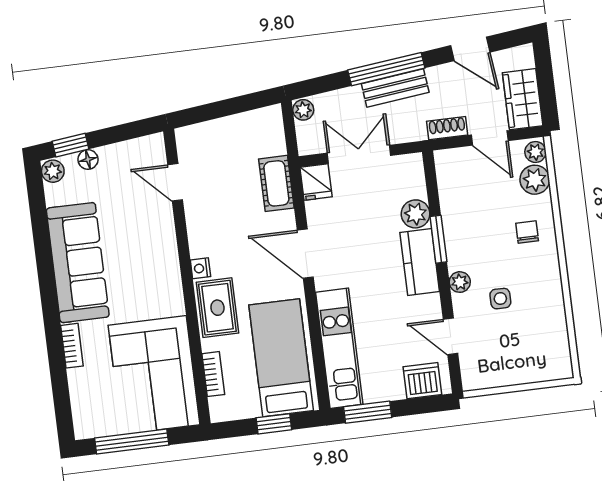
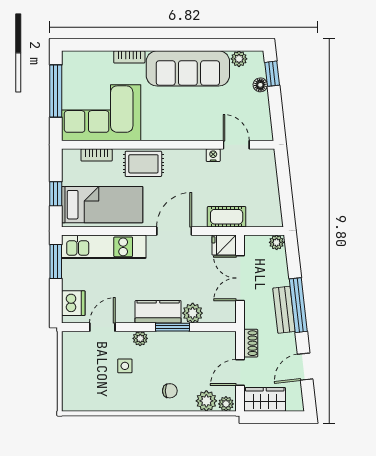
double door: (359, 154) -> (240, 278), swing flipped
plant: (53, 171) -> (239, 59), moved
door: (175, 182) -> (236, 145), hinge flipped
nightstand: (200, 268) -> (213, 155), moved

